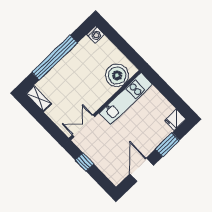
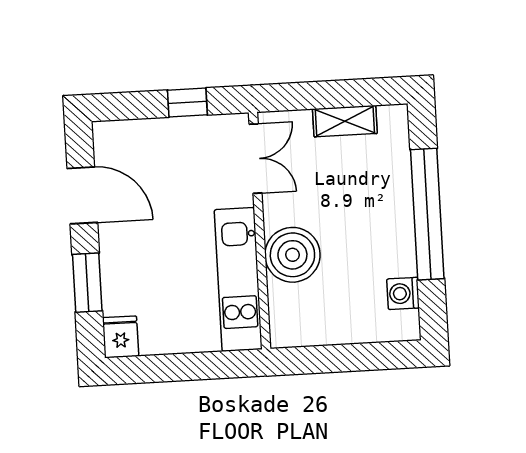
washing machine: (95, 34) -> (403, 293), moved
boiler: (117, 75) -> (292, 255), moved
shelving: (39, 99) -> (345, 121), moved

